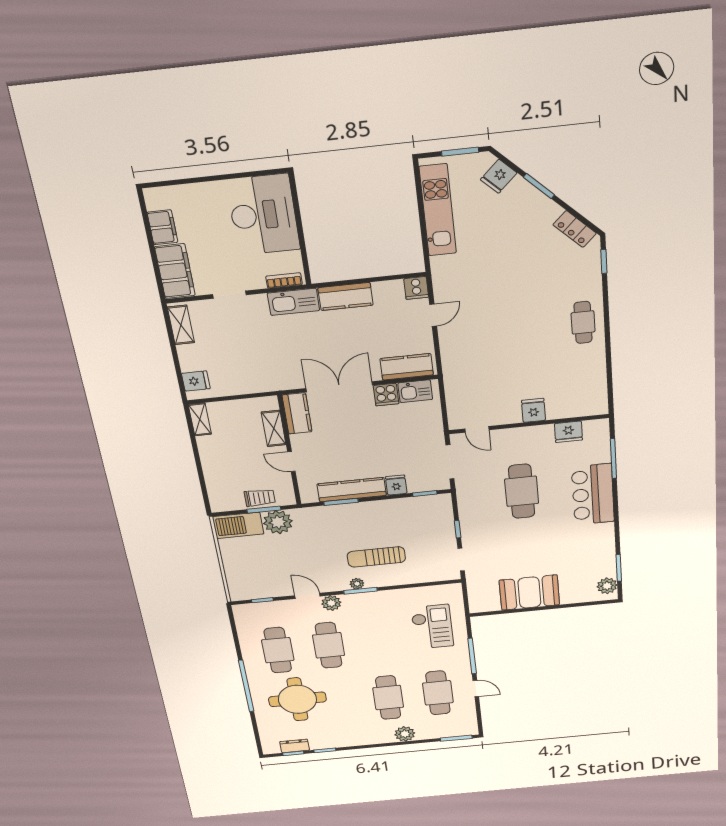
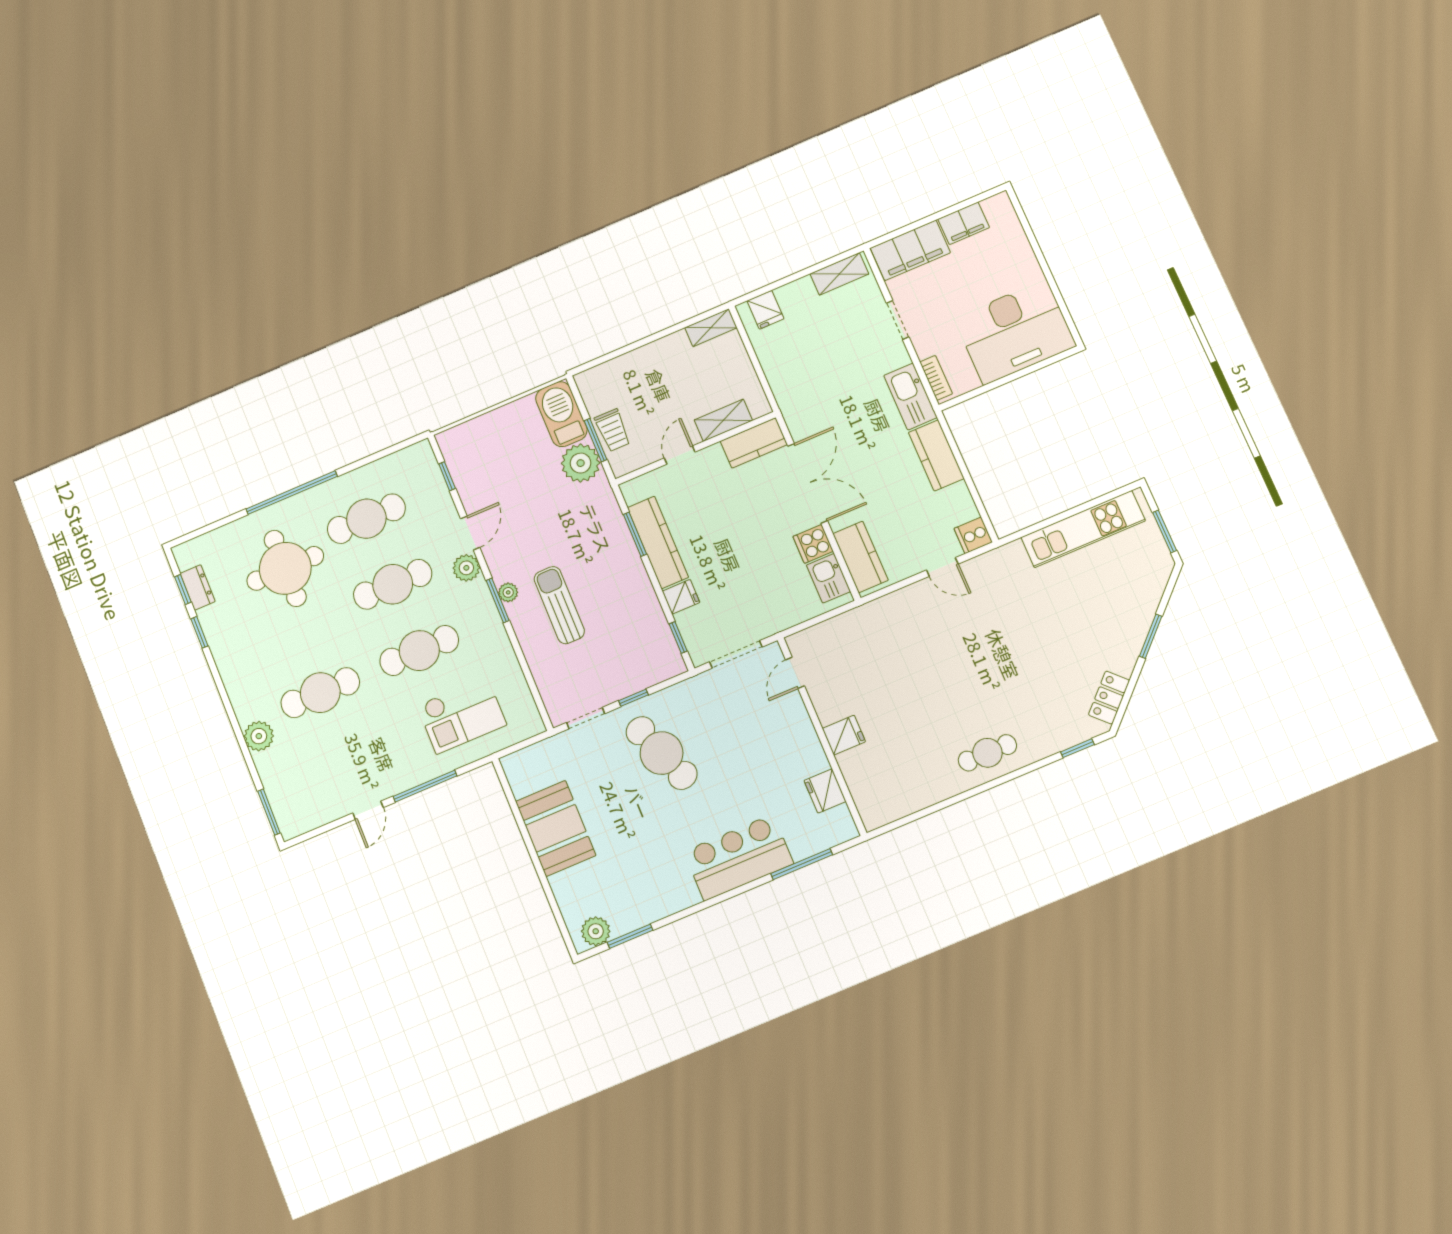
fridge: (499, 176) -> (1148, 585), removed
cafe table: (522, 491) -> (662, 753), moved, turned 69
cafe table: (438, 693) -> (419, 651), moved

